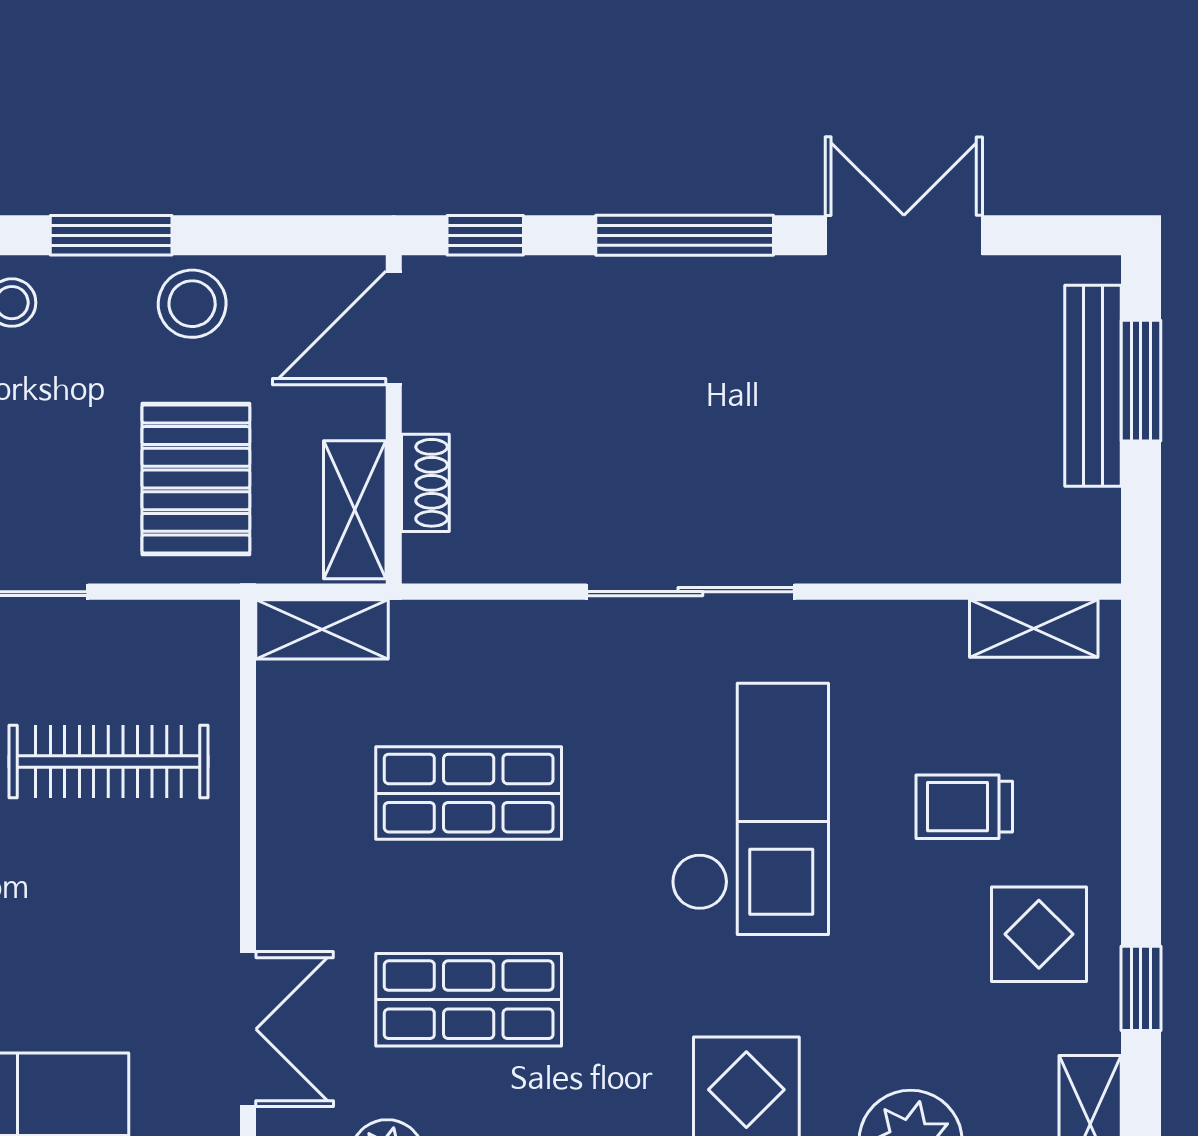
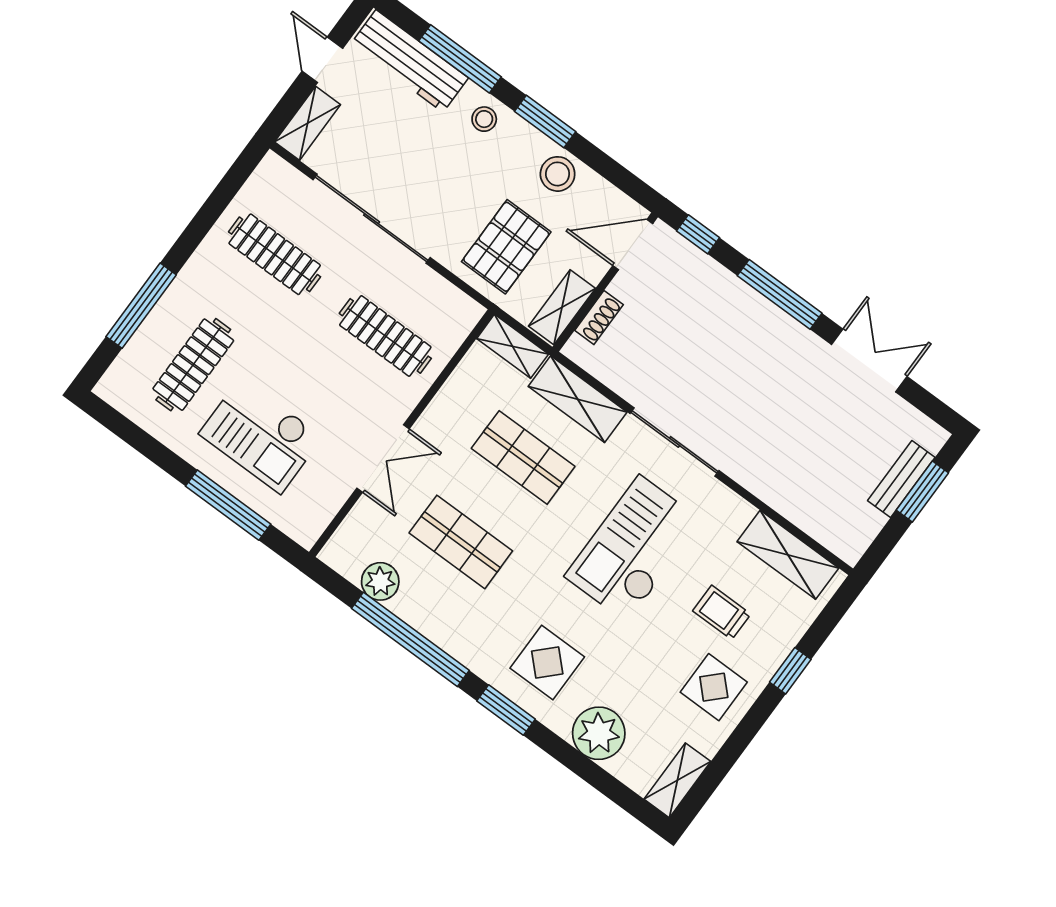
bench: (1093, 386) -> (901, 479), width x0.73
shelving: (1034, 628) -> (788, 555), width x1.50, depth x1.33
shelving: (487, 637) -> (578, 399), added
checkout: (750, 809) -> (633, 549), turned 180
window: (1141, 988) -> (790, 671), moved
double door: (248, 1029) -> (383, 459), moved

